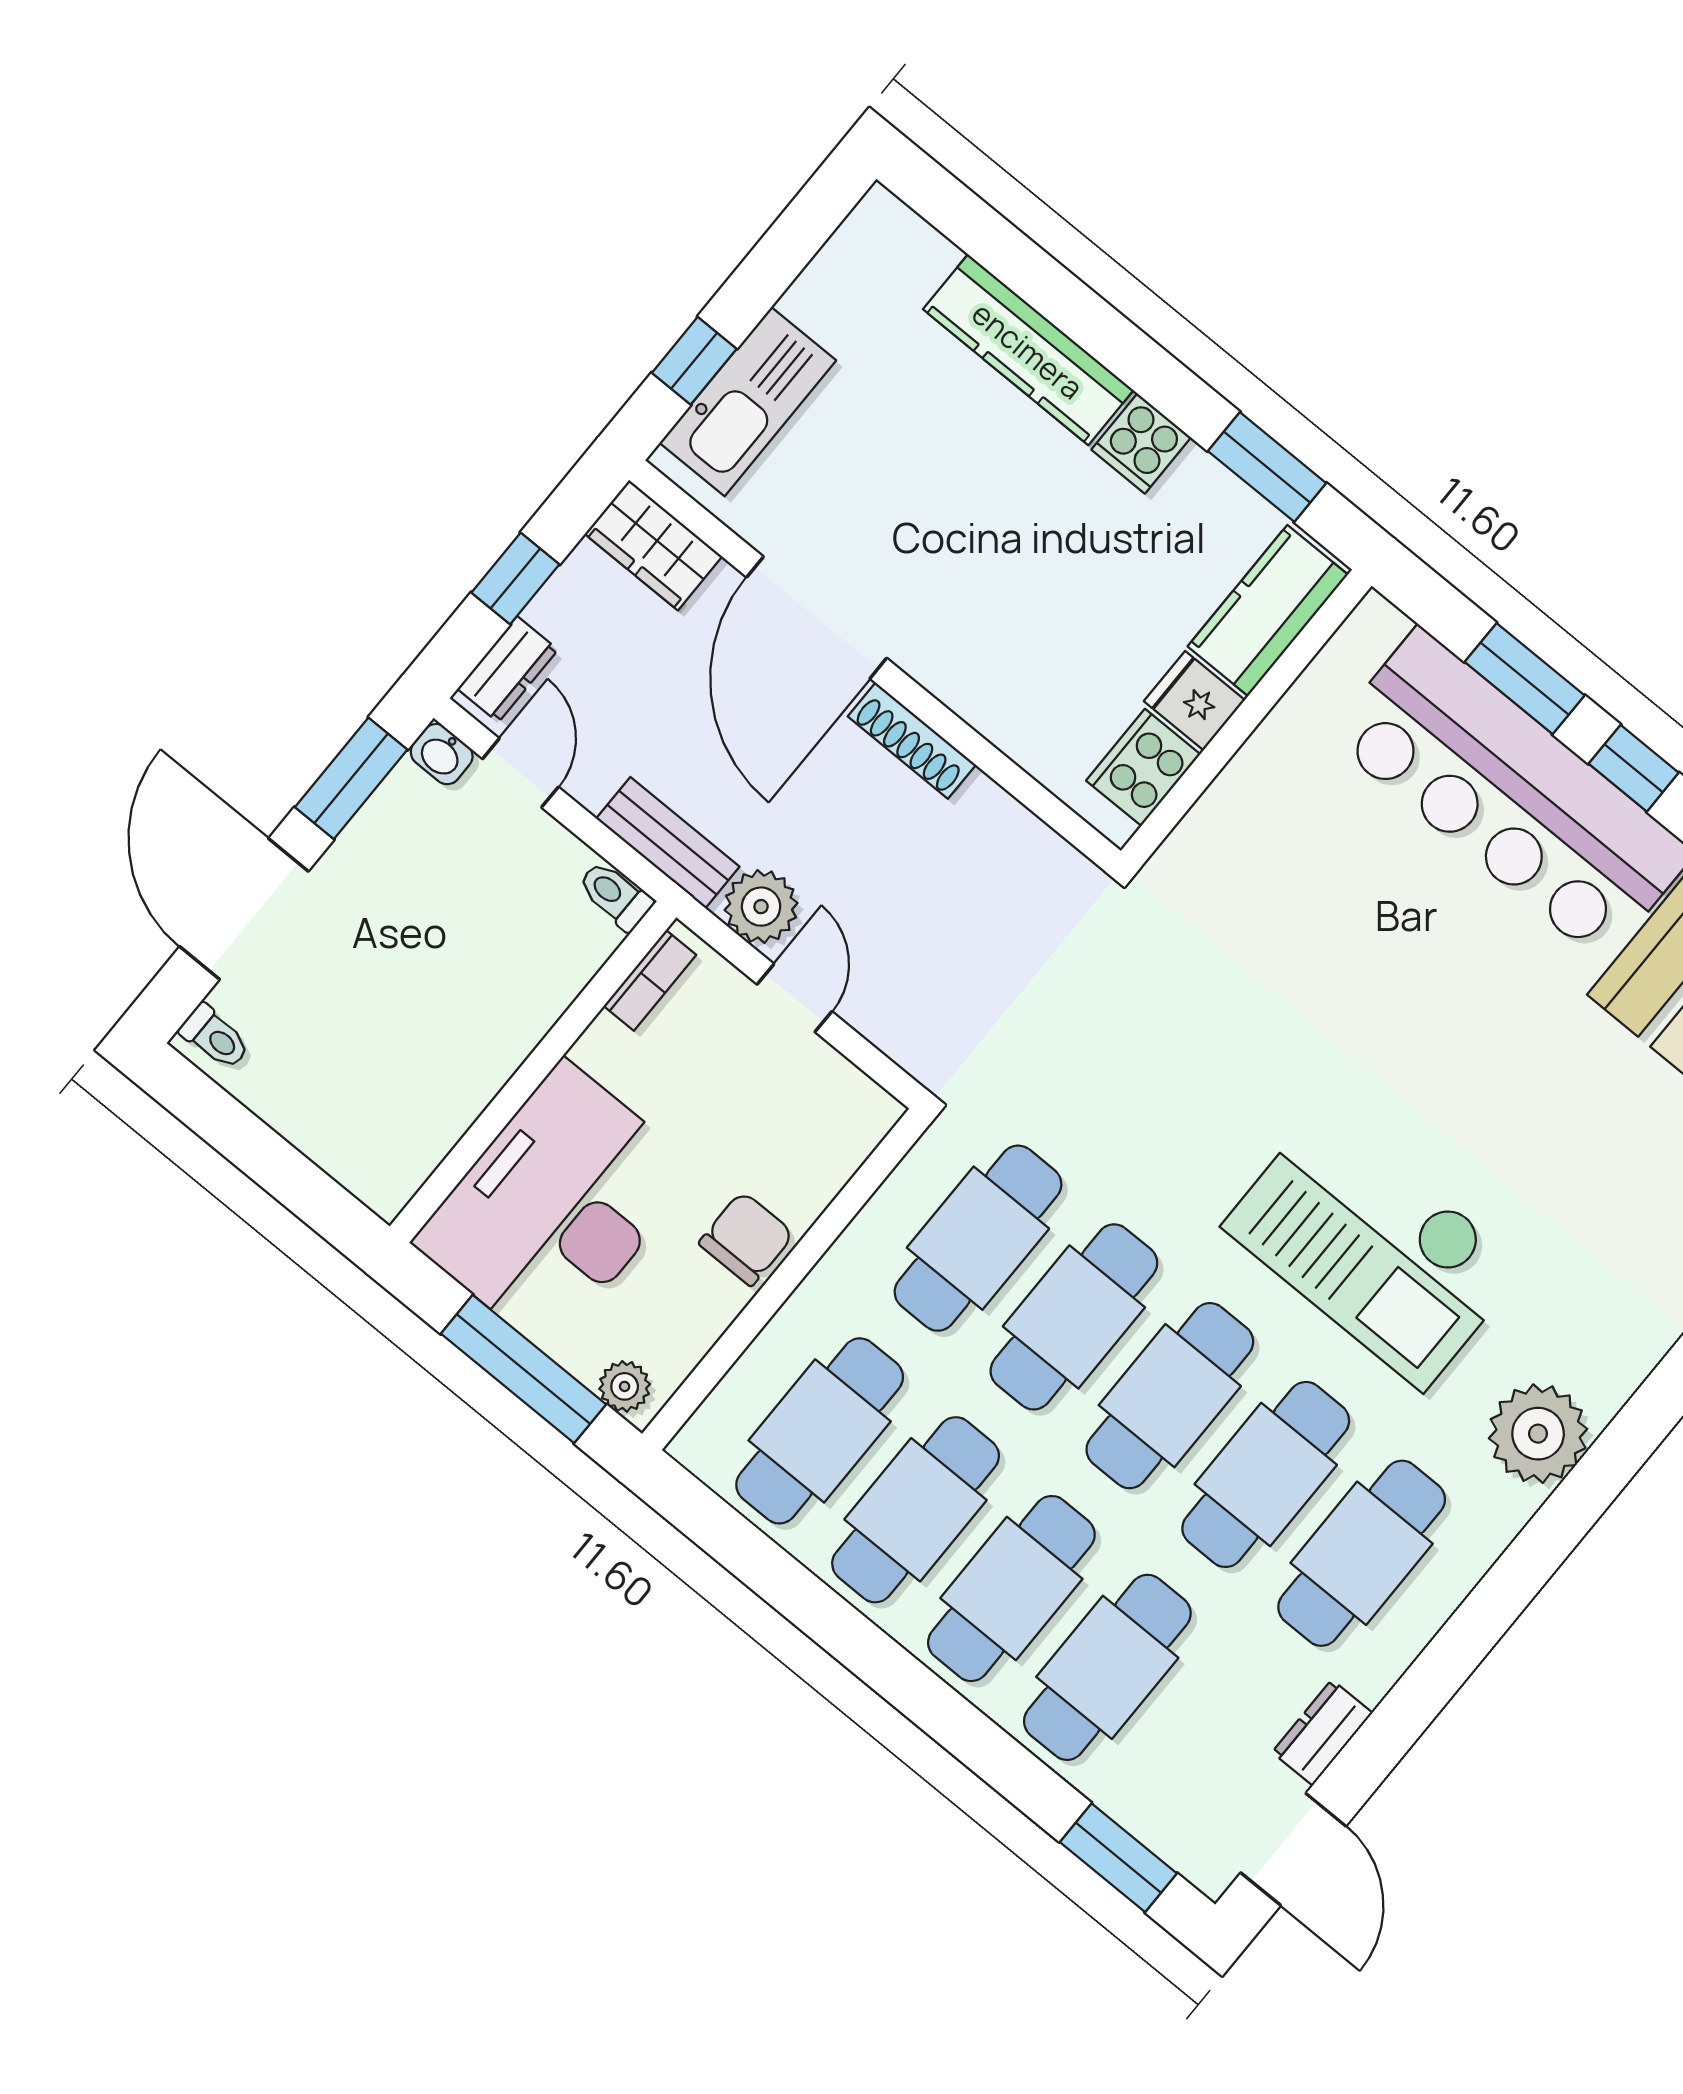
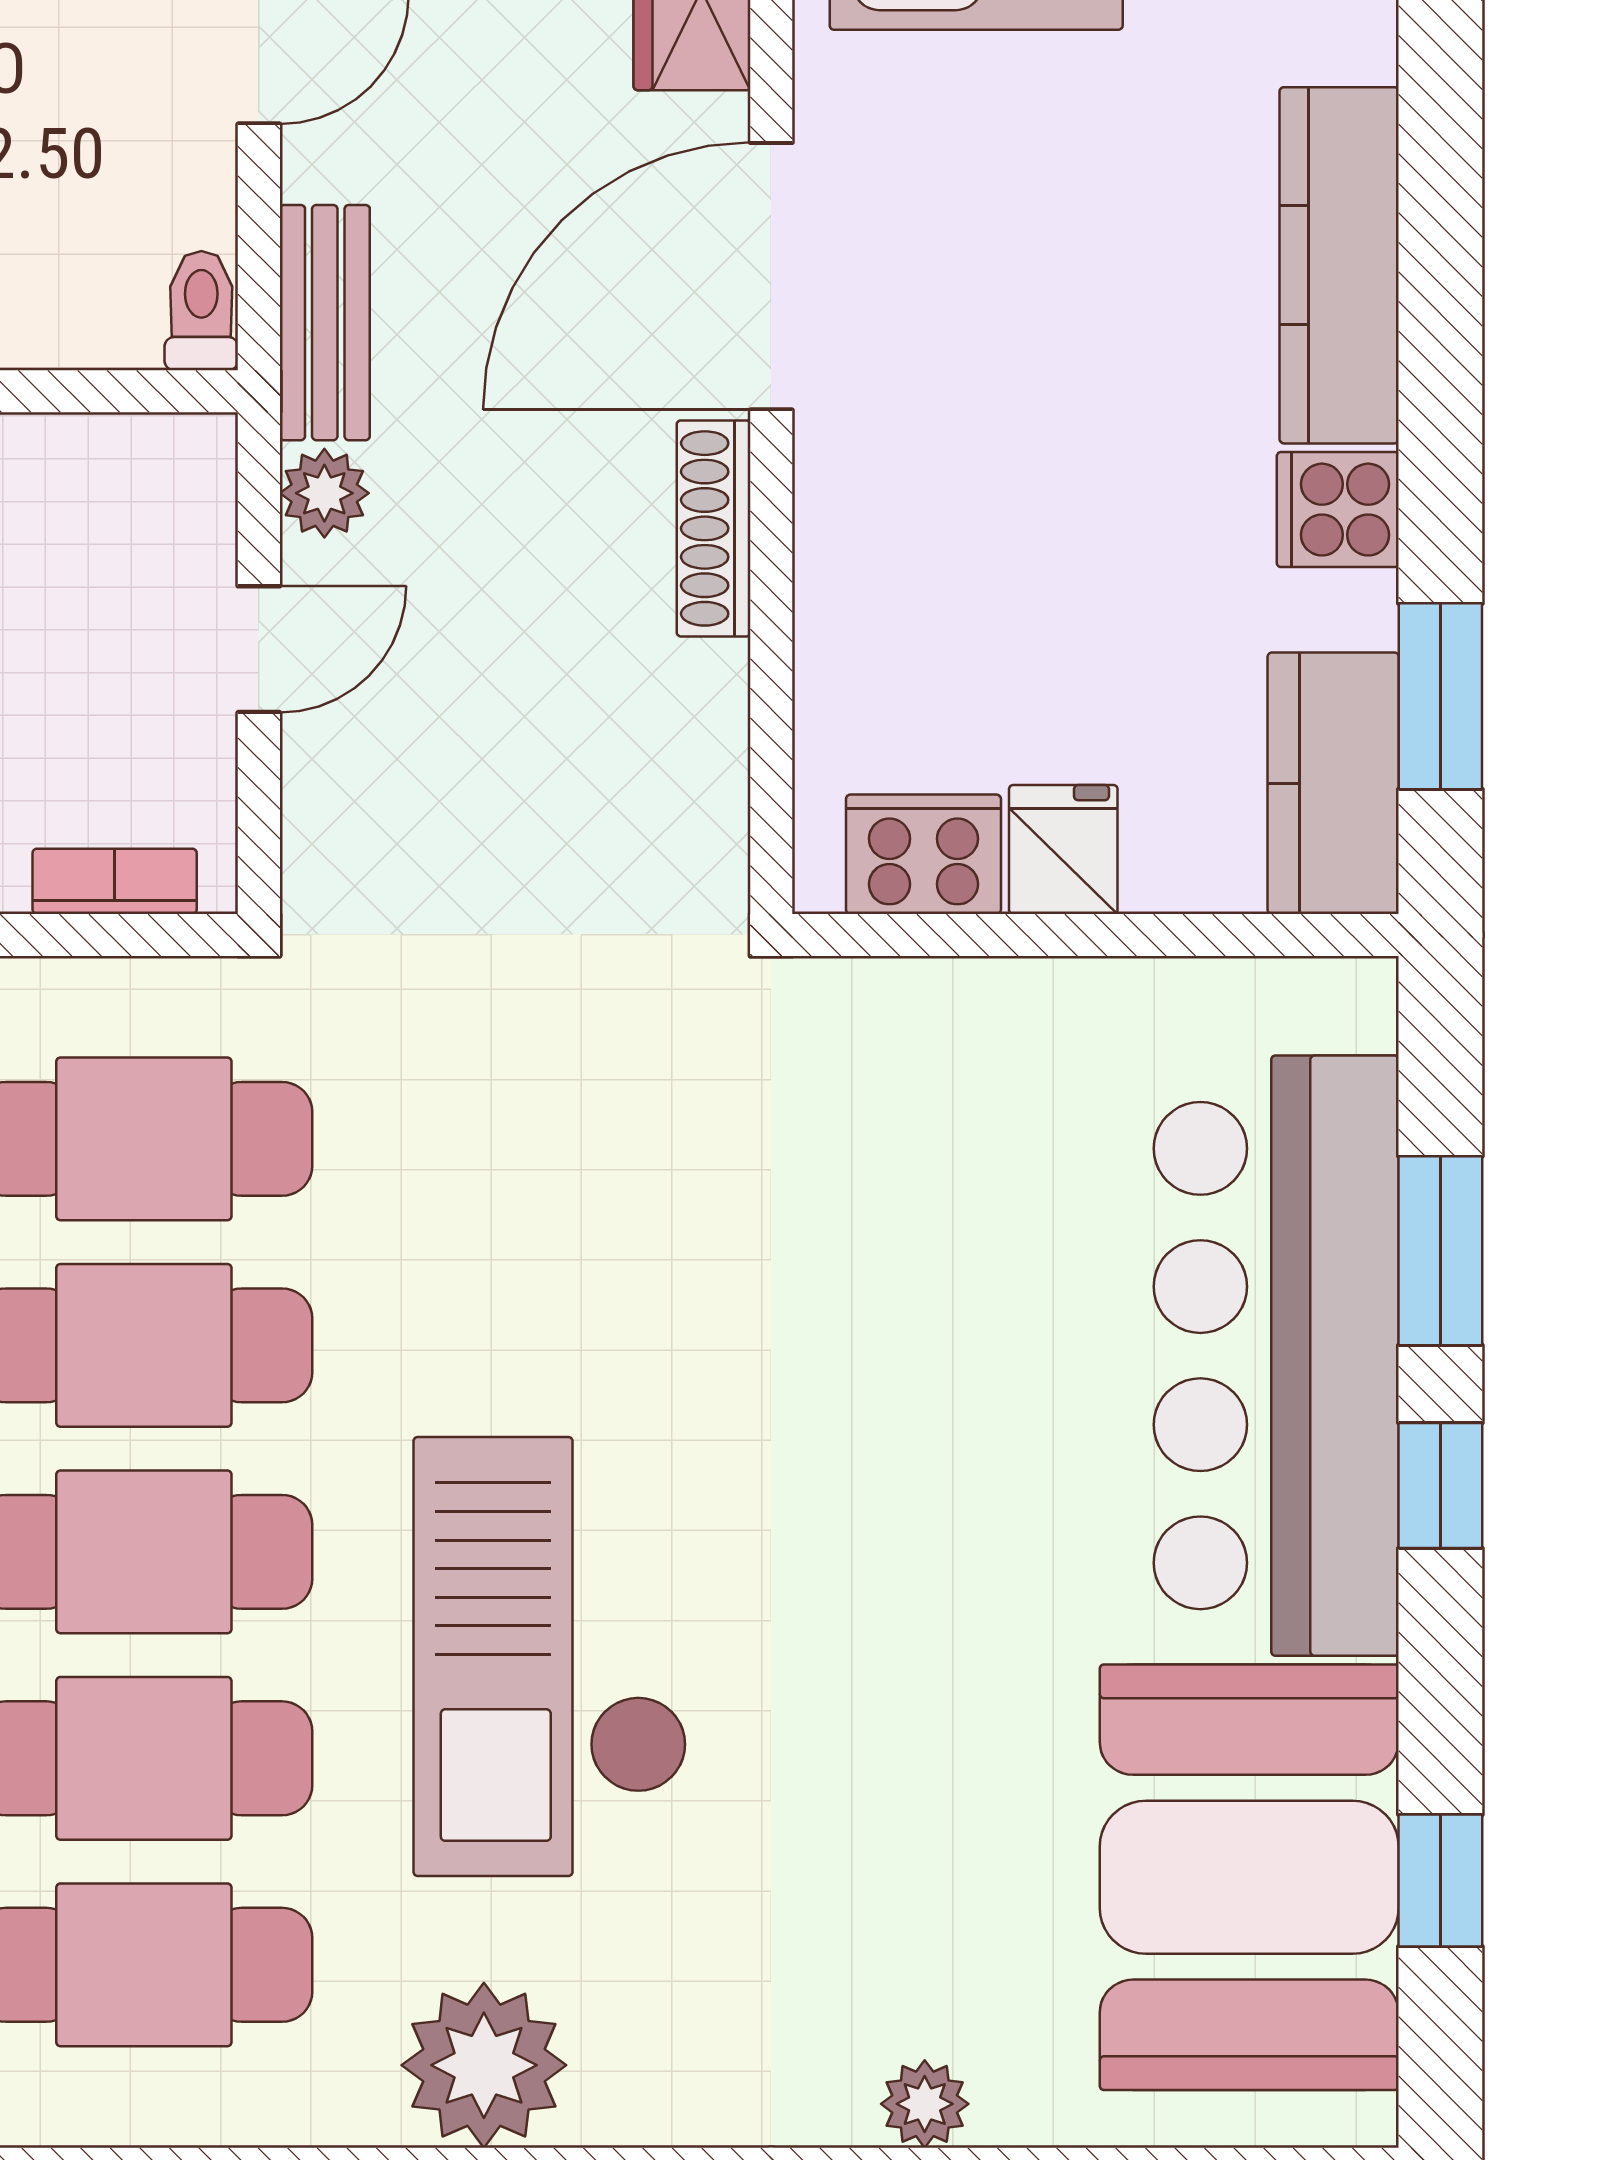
kitchen counter: (1268, 611) -> (1333, 783), moved, turned -90
plant: (761, 907) -> (324, 493), width x0.73, depth x0.73
bookcase: (650, 980) -> (115, 881), moved, turned 180

